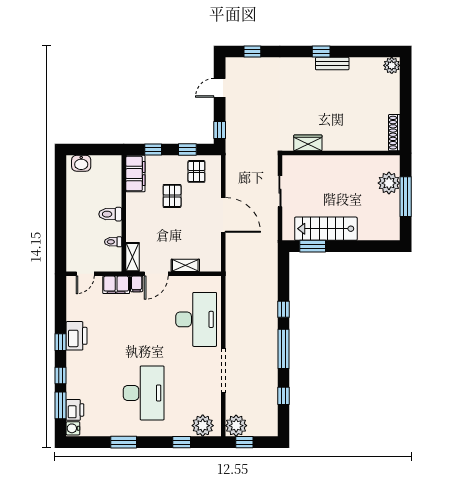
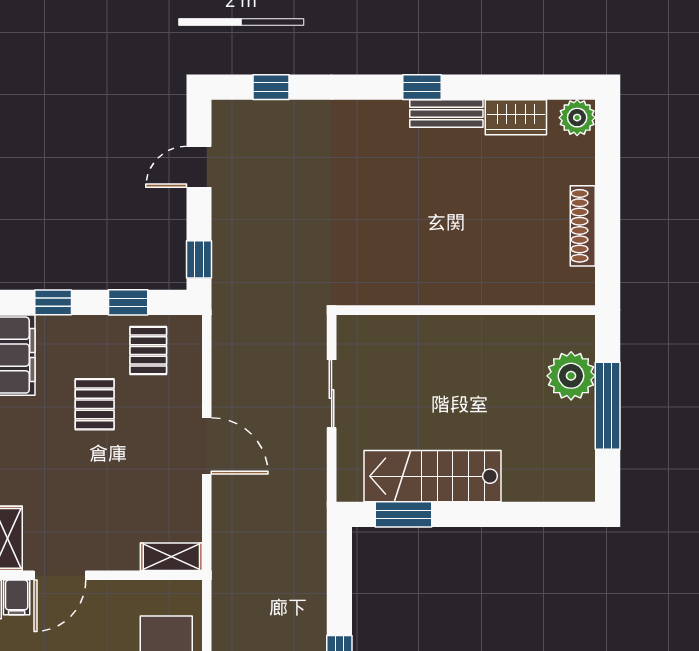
shoe rack: (394, 133) -> (583, 226), moved
wardrobe: (308, 143) -> (516, 117), moved, turned 180
door: (223, 215) -> (207, 446), width x0.73
shelving: (185, 265) -> (171, 557), moved

